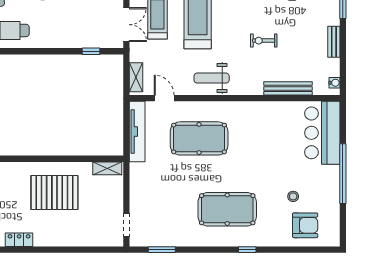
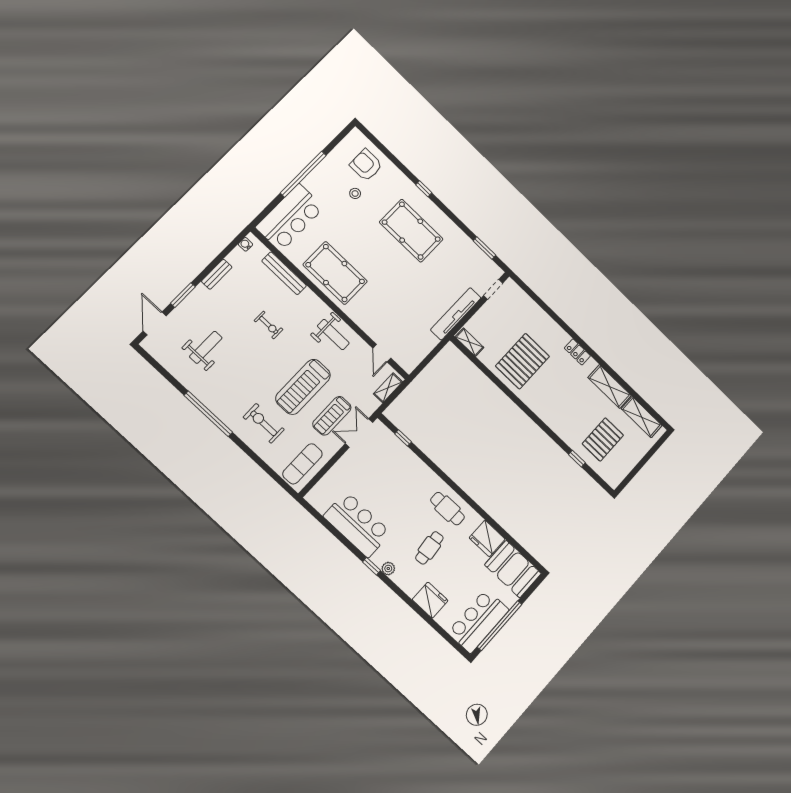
tv unit: (137, 132) -> (456, 314), moved
pool table: (199, 138) -> (335, 273), moved
pallet: (54, 192) -> (523, 361), turned 90

